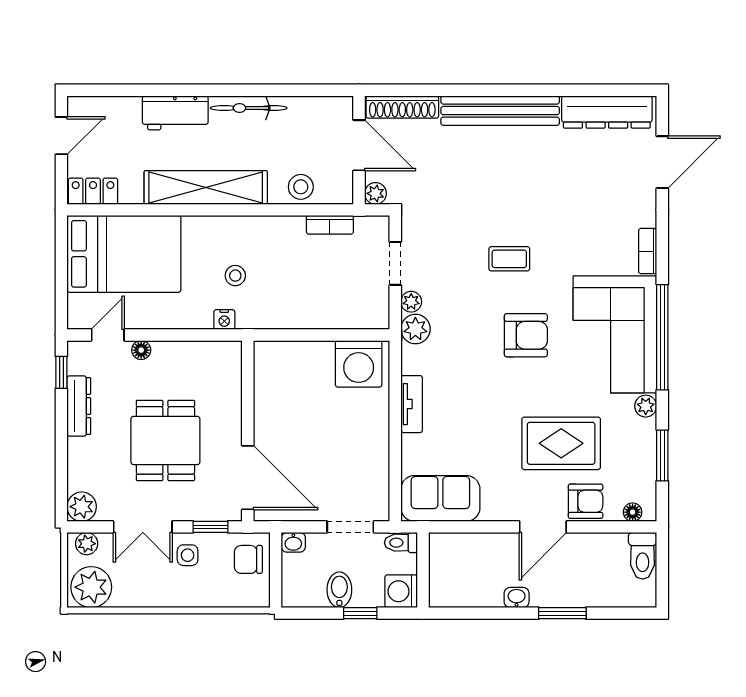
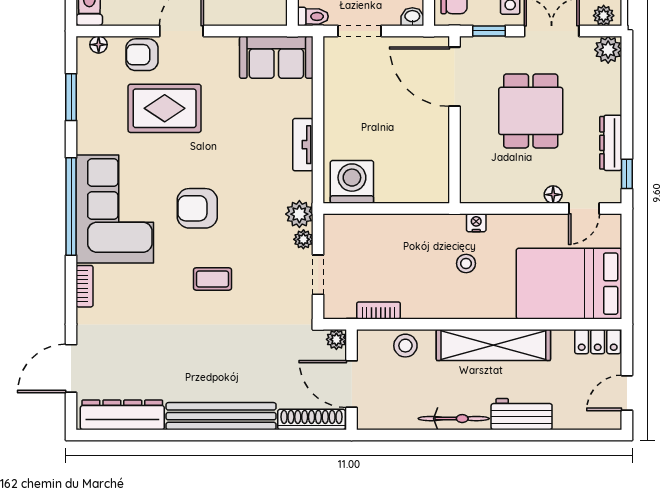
plant: (646, 406) -> (86, 143), removed

